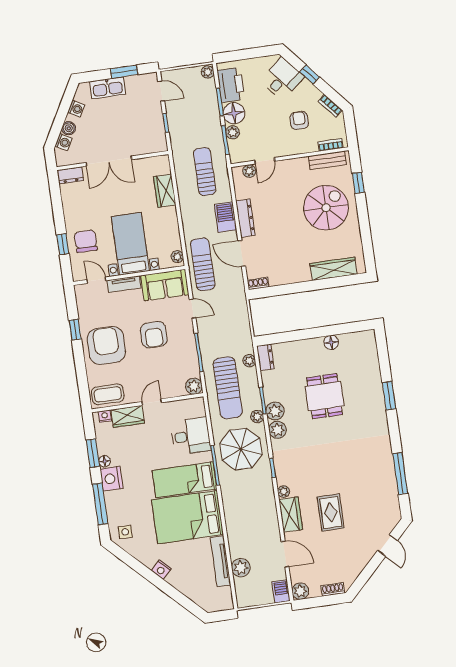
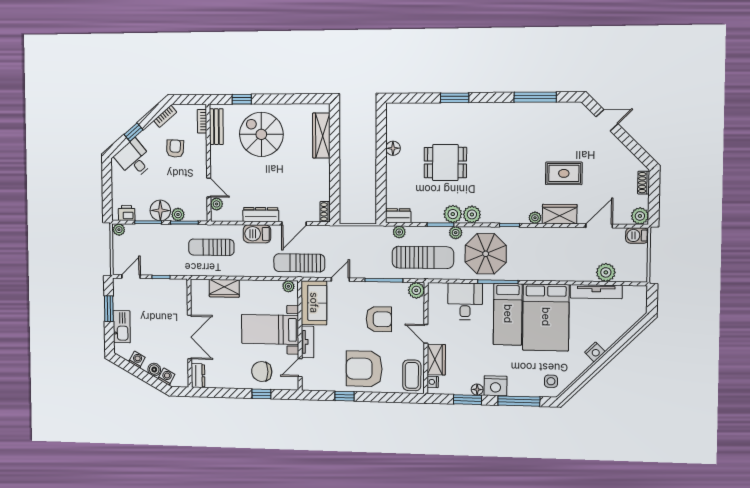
printer: (231, 85) -> (127, 213), width x0.53, depth x0.68
armchair: (299, 120) -> (175, 149), turned 93
armchair: (154, 335) -> (379, 319), moved

